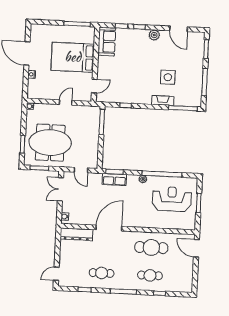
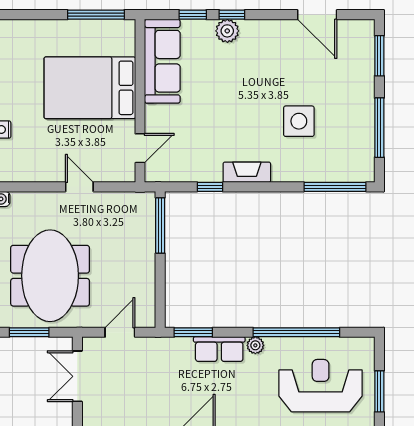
plant: (154, 35) -> (227, 31), moved
sofa: (107, 42) -> (162, 61), width x1.36
fireplace: (163, 100) -> (247, 172), moved
door: (66, 102) -> (79, 187), hinge flipped
meeting table: (50, 143) -> (50, 276), turned 90
door: (81, 170) -> (120, 332), swing flipped
row of seats: (114, 179) -> (219, 349), moved

